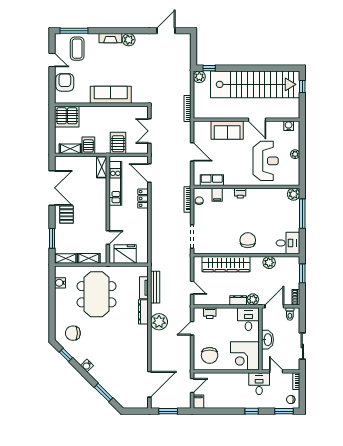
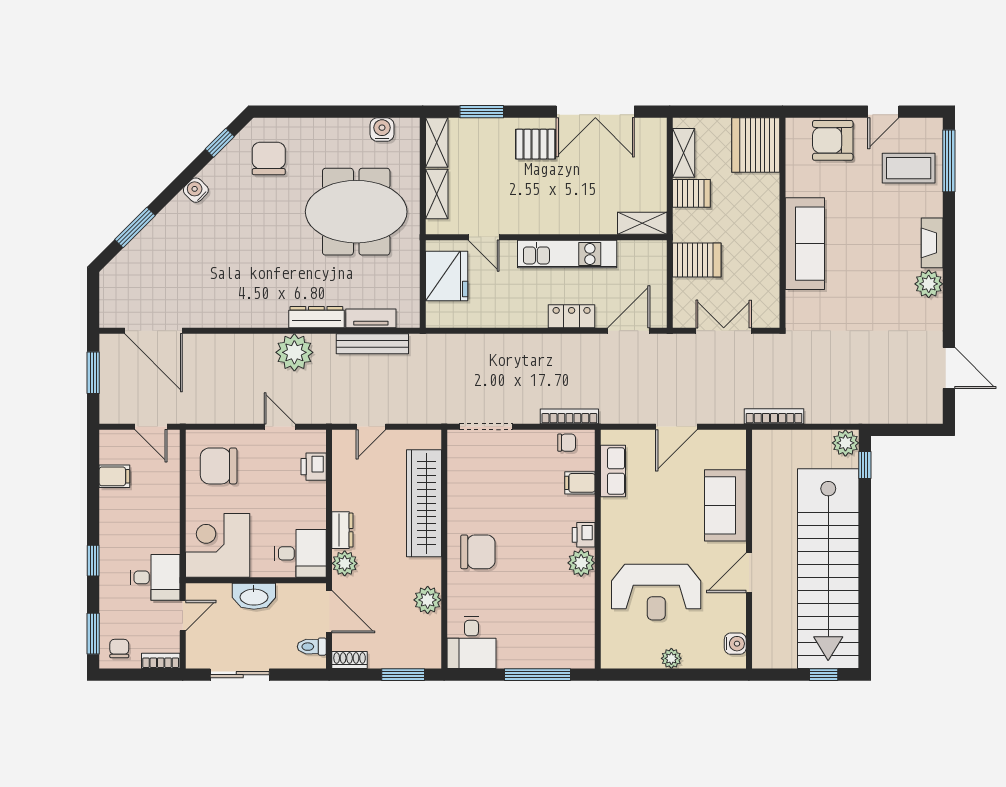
armchair: (65, 82) -> (833, 140), turned 180
kitchen unit: (115, 183) -> (567, 254), moved
plant: (294, 194) -> (581, 563), moved
filing cabinet: (198, 402) -> (114, 476), moved

